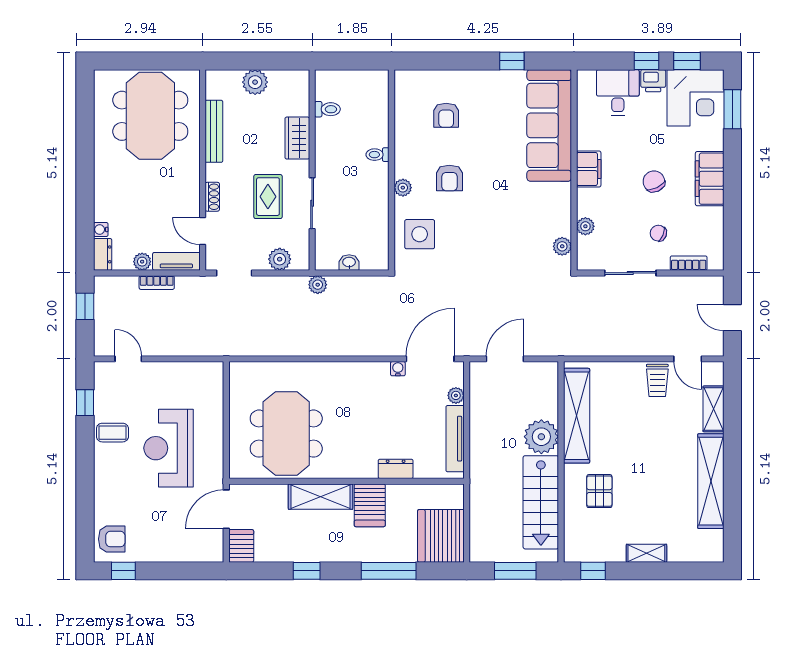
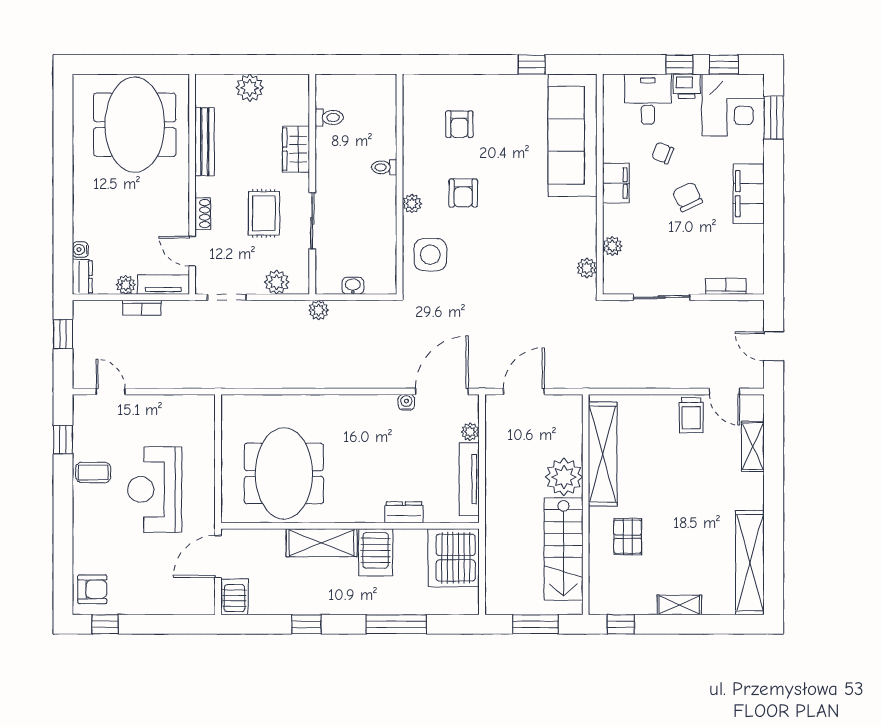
chair: (658, 233) -> (663, 153), moved
shelving: (711, 481) -> (750, 563), moved
server rack: (441, 536) -> (454, 558), moved

